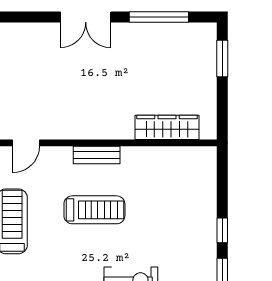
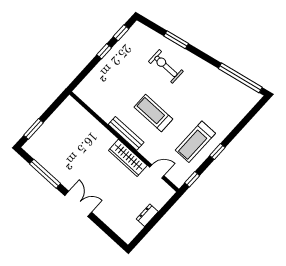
wardrobe: (167, 127) -> (128, 158), moved
bench: (97, 155) -> (126, 133), width x1.36

